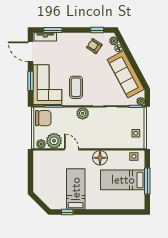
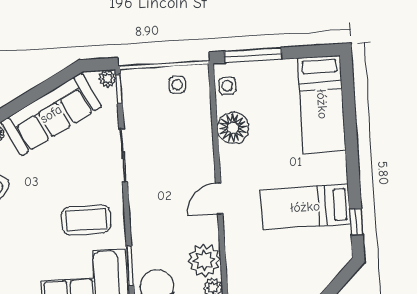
plant: (83, 113) -> (141, 202), removed
door: (72, 149) -> (219, 198), moved
floor lamp: (100, 158) -> (233, 128), moved
bed: (123, 180) -> (322, 104), moved
window: (147, 181) -> (253, 55), moved

